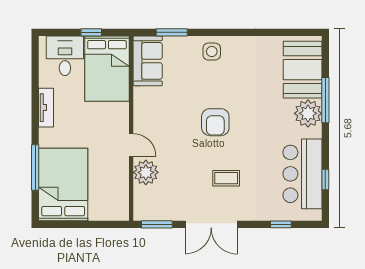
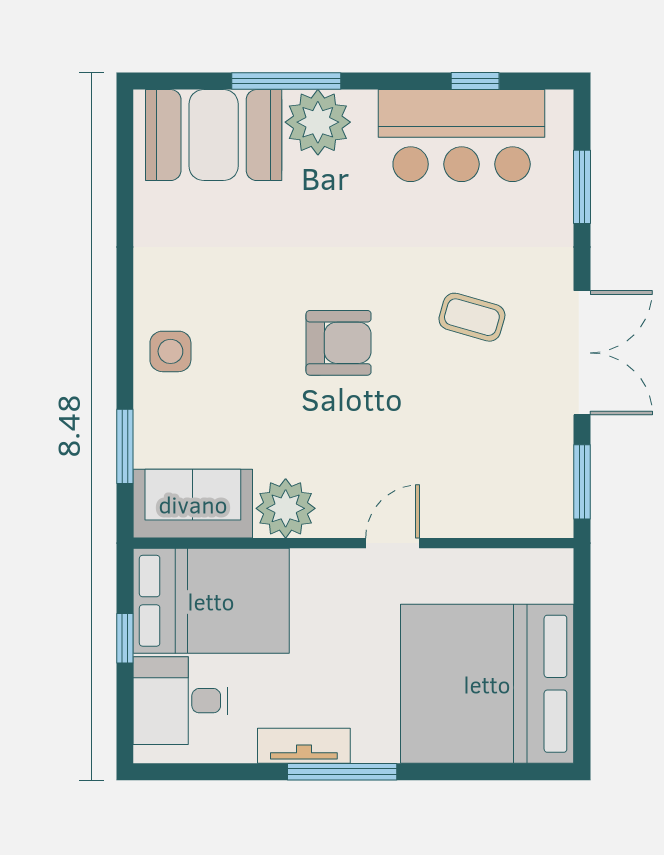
window: (35, 167) -> (342, 772), moved
plant: (146, 172) -> (286, 508), moved
coffee table: (226, 178) -> (472, 317), turned -74
bed: (63, 185) -> (487, 684), width x1.36
window: (281, 224) -> (582, 187), width x1.50

